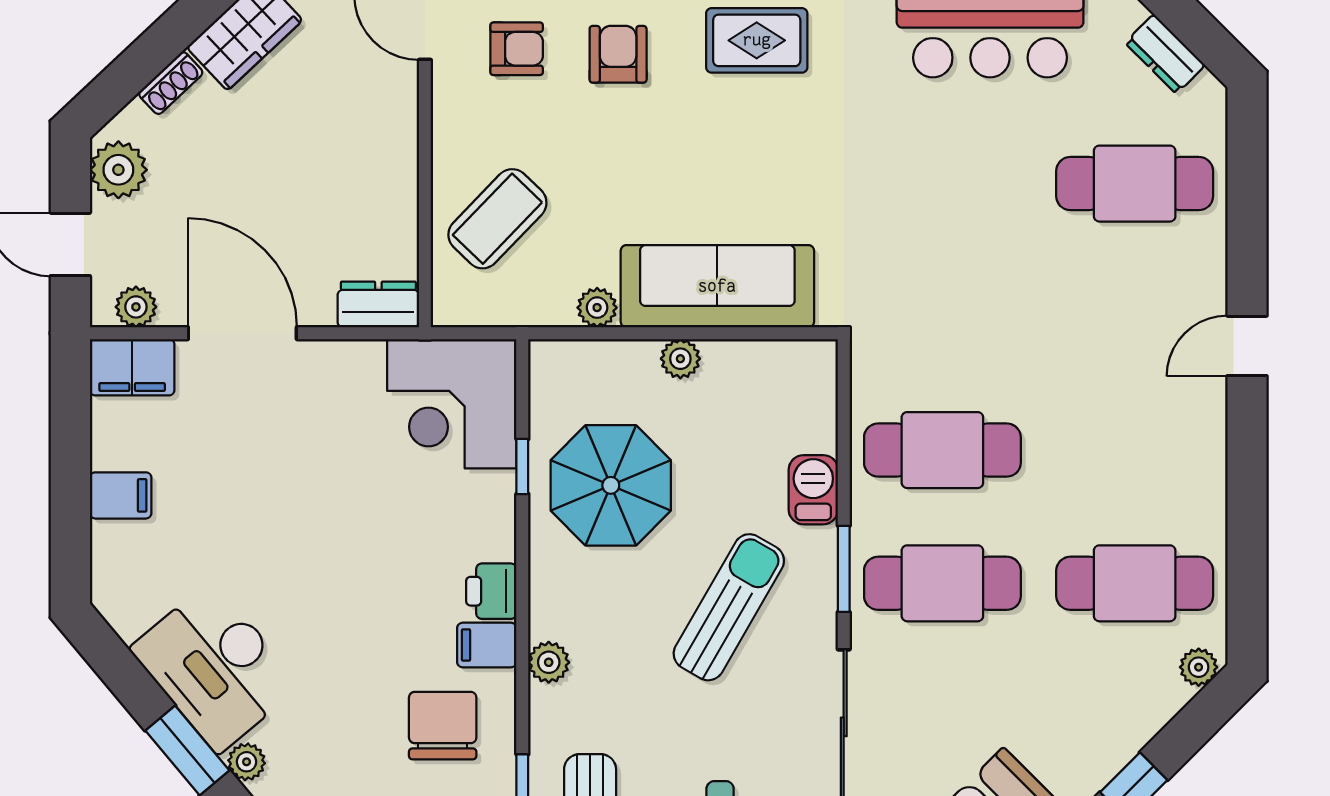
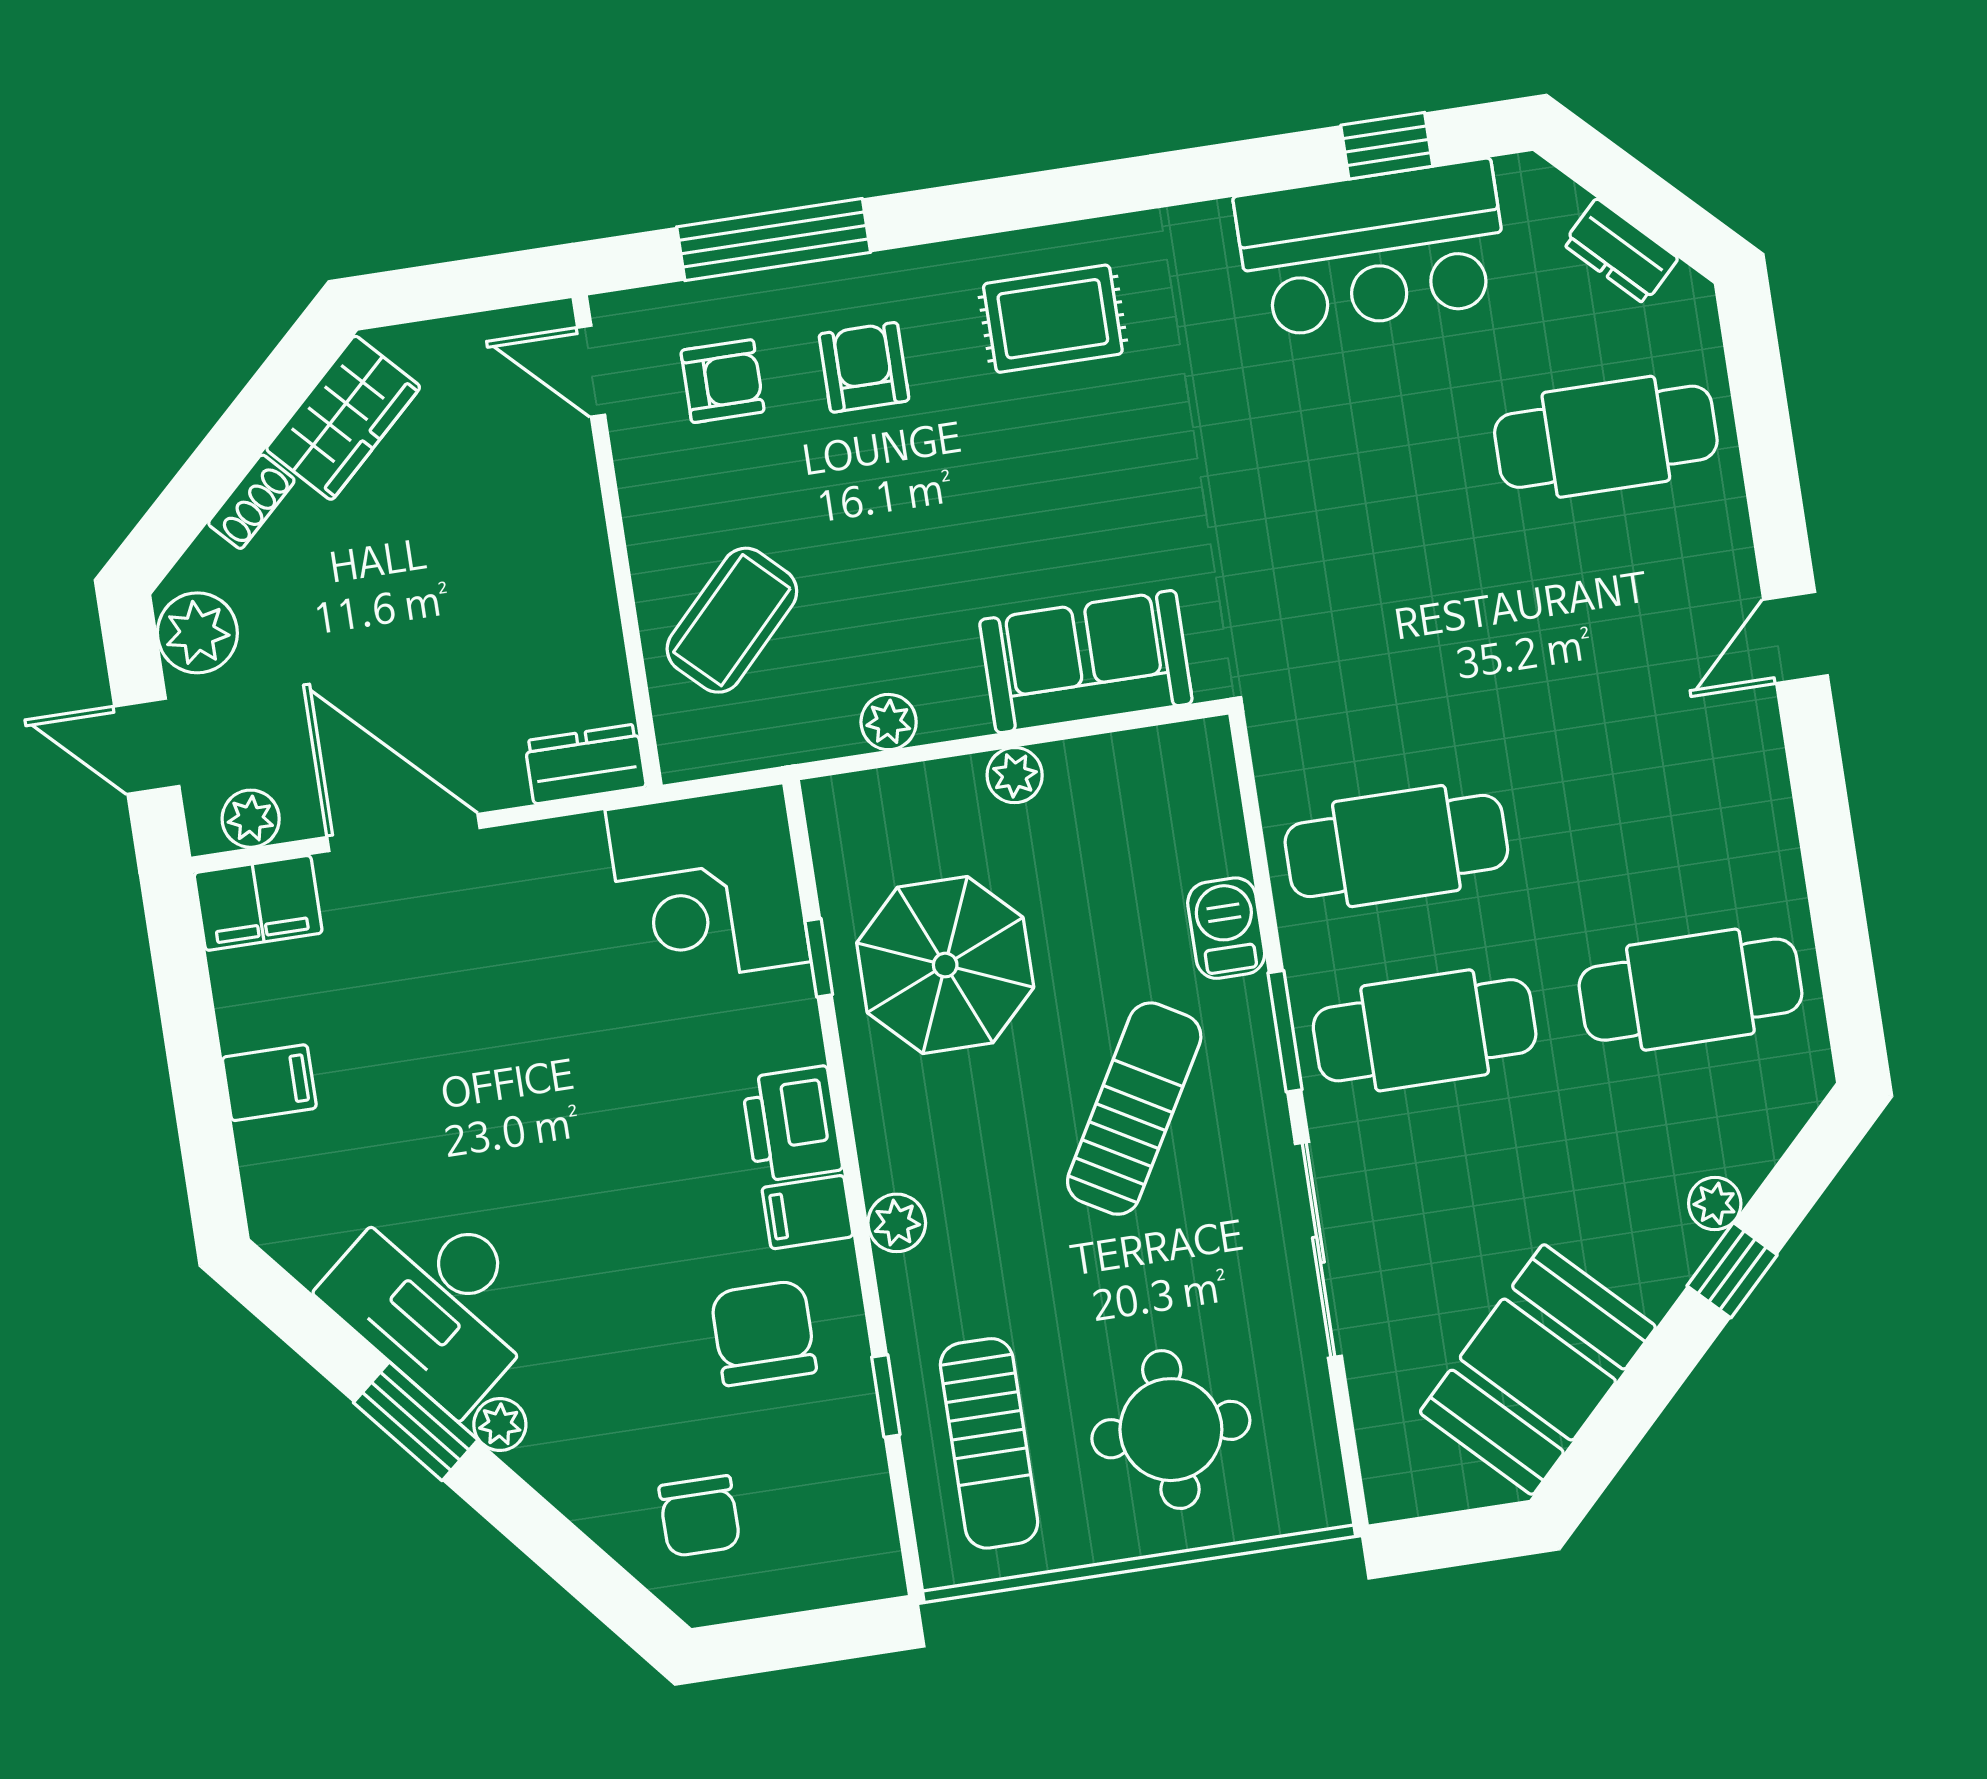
sofa: (717, 286) -> (1086, 662), width x0.73
printer: (491, 591) -> (792, 1124), width x1.36, depth x1.24
plant: (1199, 667) -> (1715, 1204), moved

